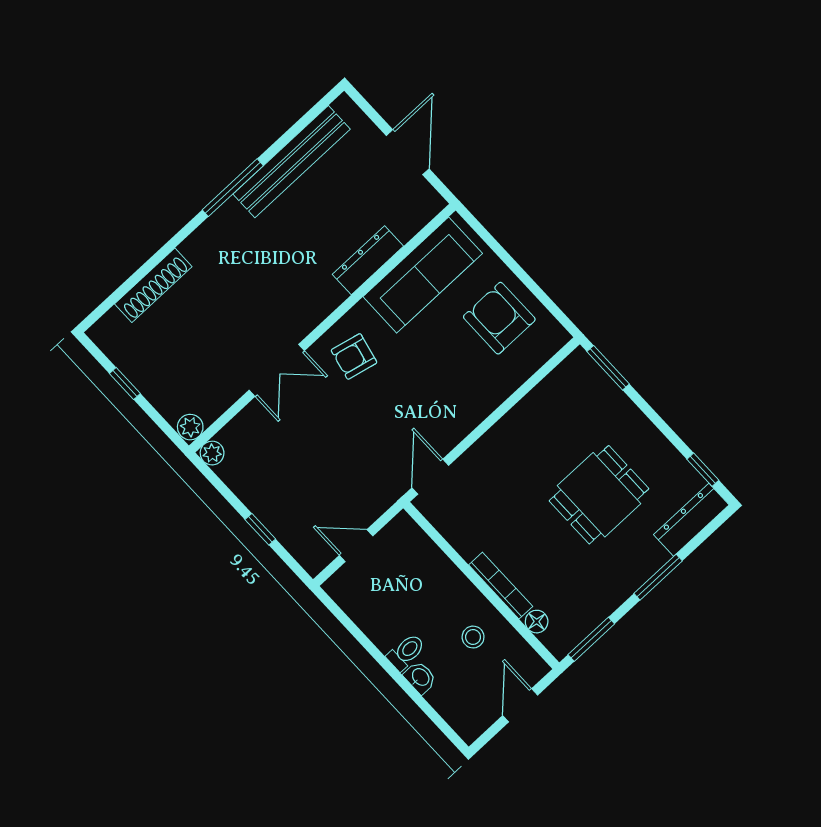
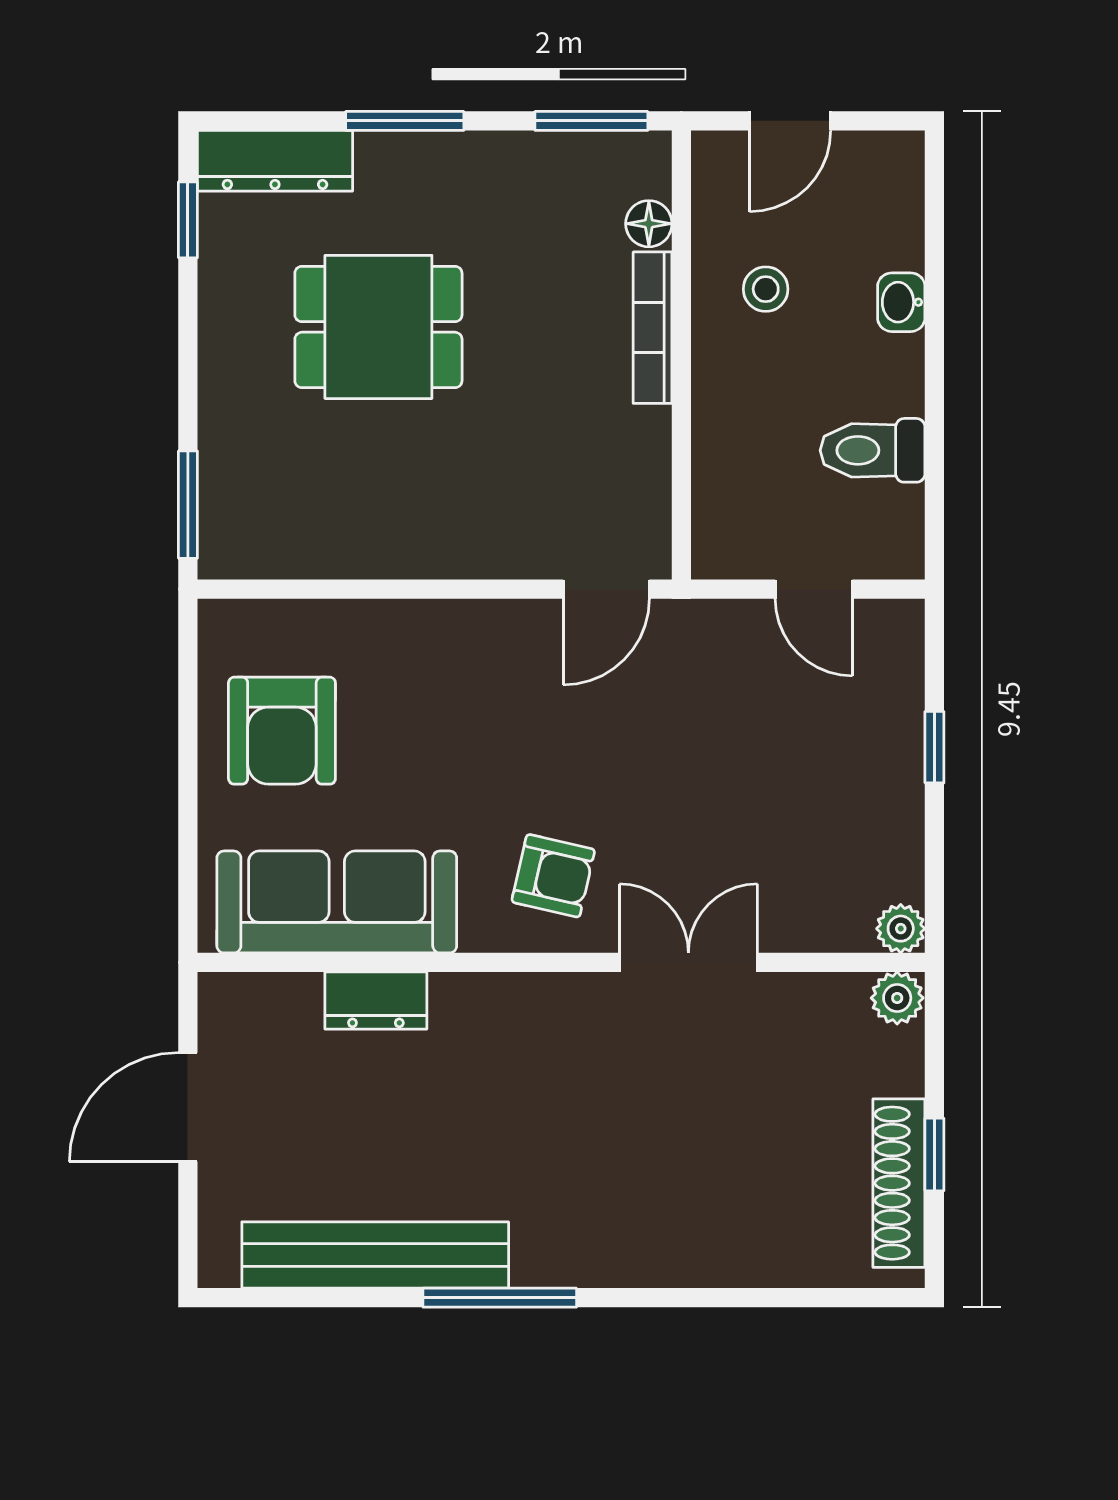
dresser: (368, 260) -> (376, 1001), width x0.70
shoe rack: (153, 285) -> (899, 1183), moved, turned -90
toilet: (406, 652) -> (873, 450), moved, width x1.37, depth x1.39

